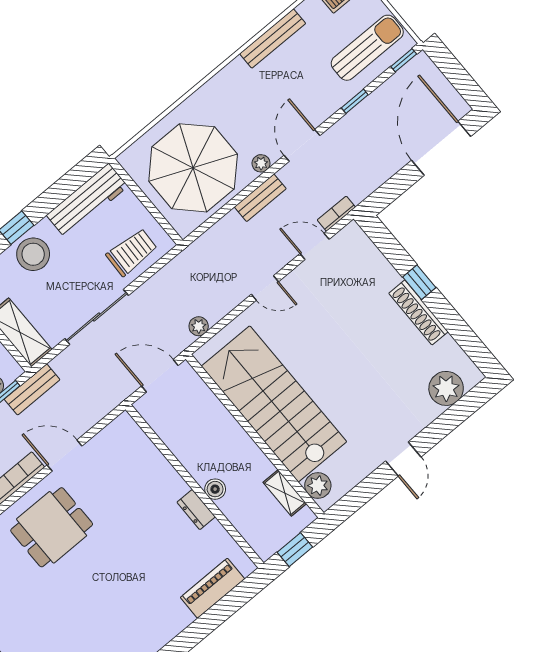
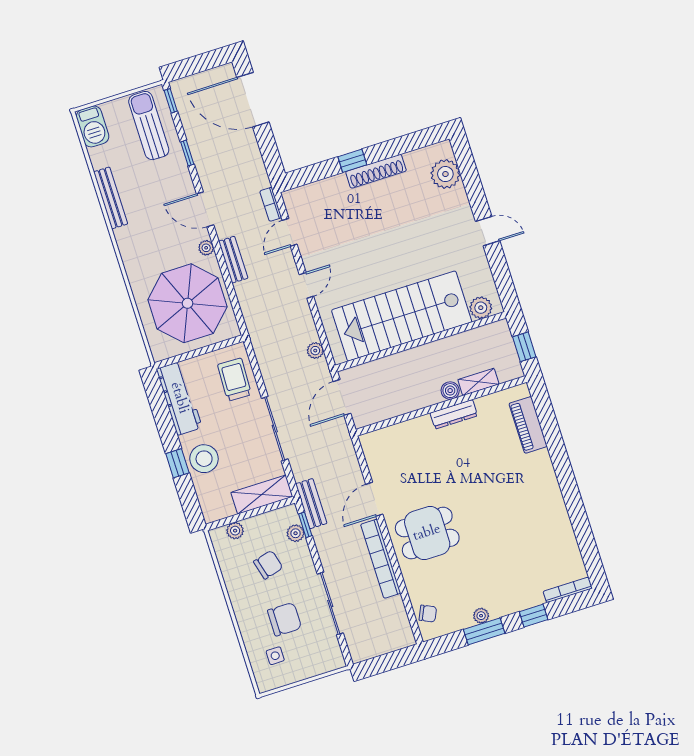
shelving: (285, 493) -> (478, 382), moved
dresser: (196, 510) -> (454, 414), width x1.44
dining table: (52, 527) -> (427, 533), turned 90

